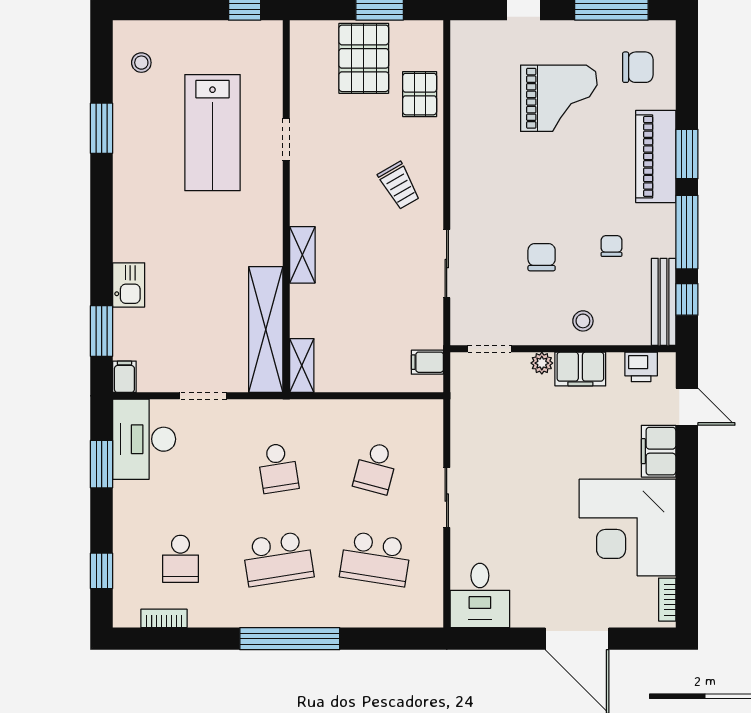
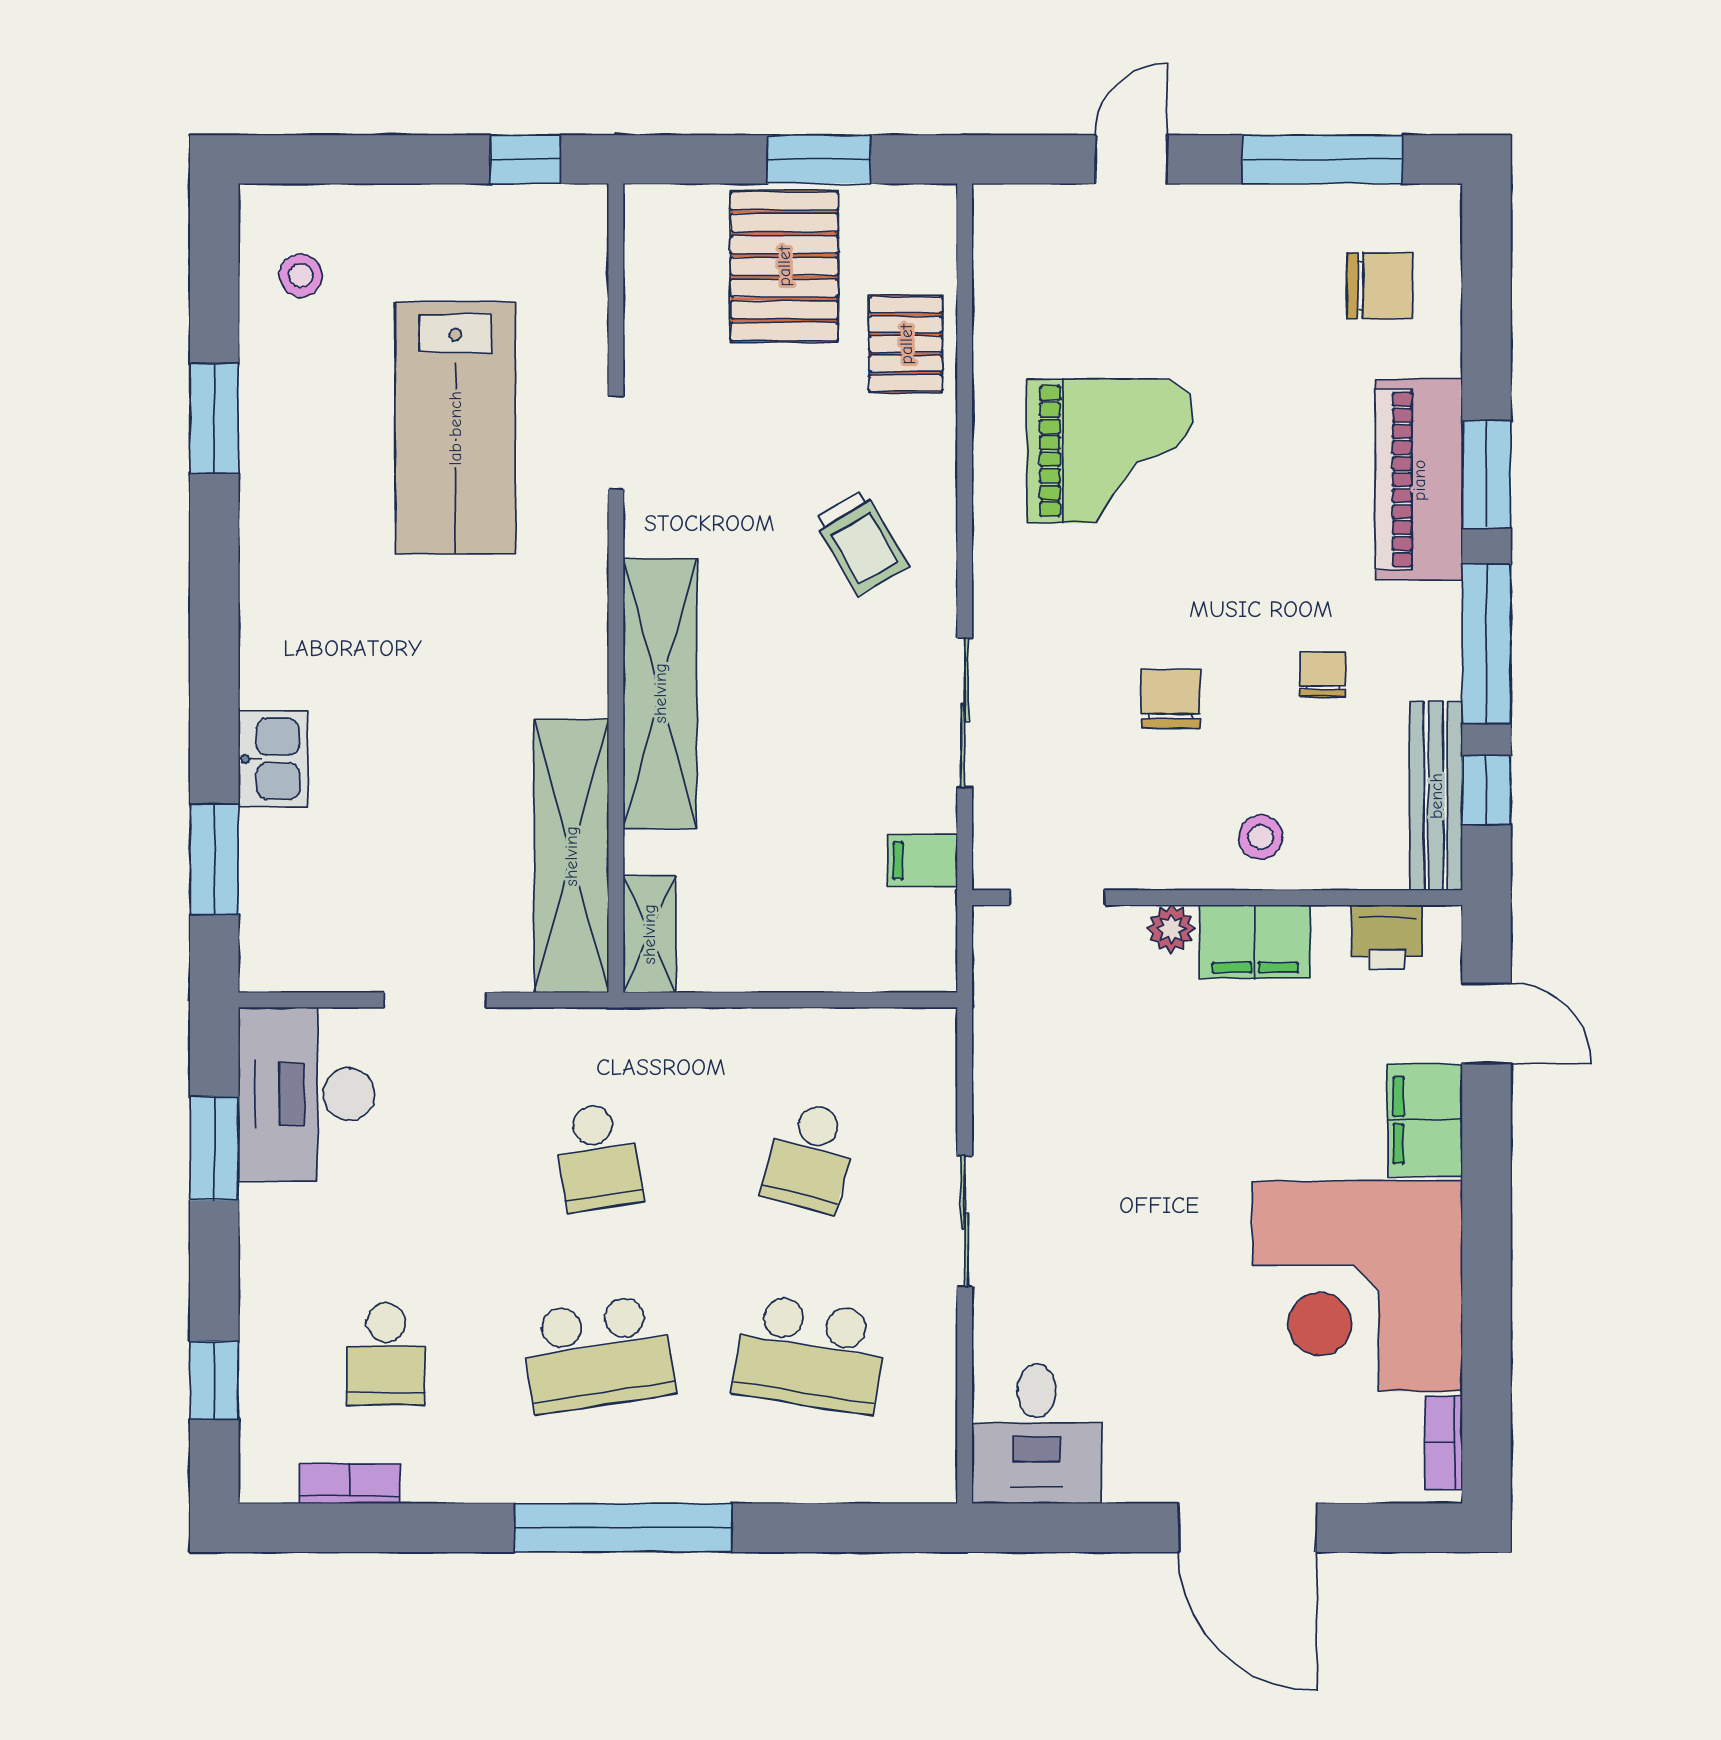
grand piano: (559, 98) -> (1110, 451), moved
shelving: (302, 255) -> (660, 693), width x2.20, depth x1.33
filing cabinet: (427, 362) -> (922, 860), moved
filing cabinet: (124, 377) -> (264, 958), removed

